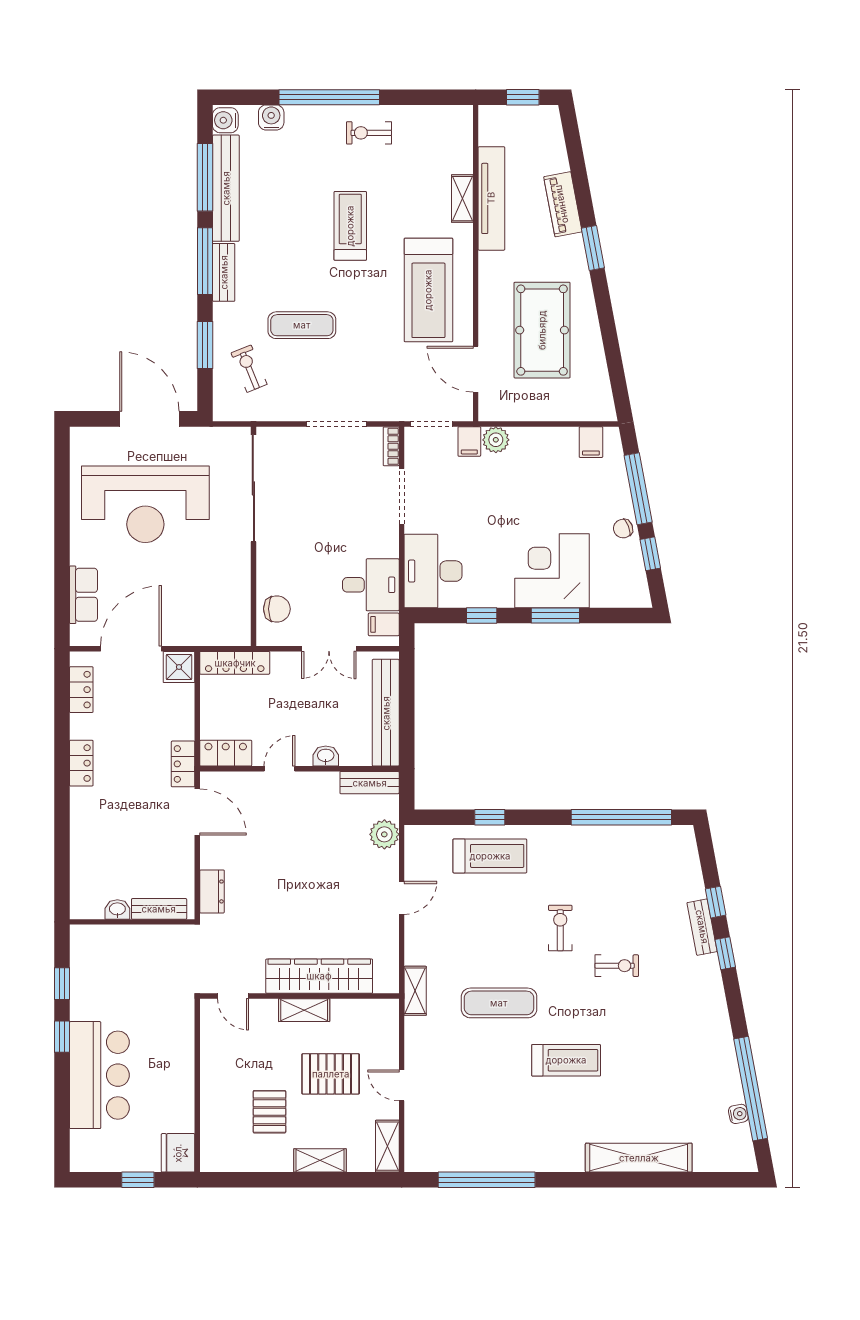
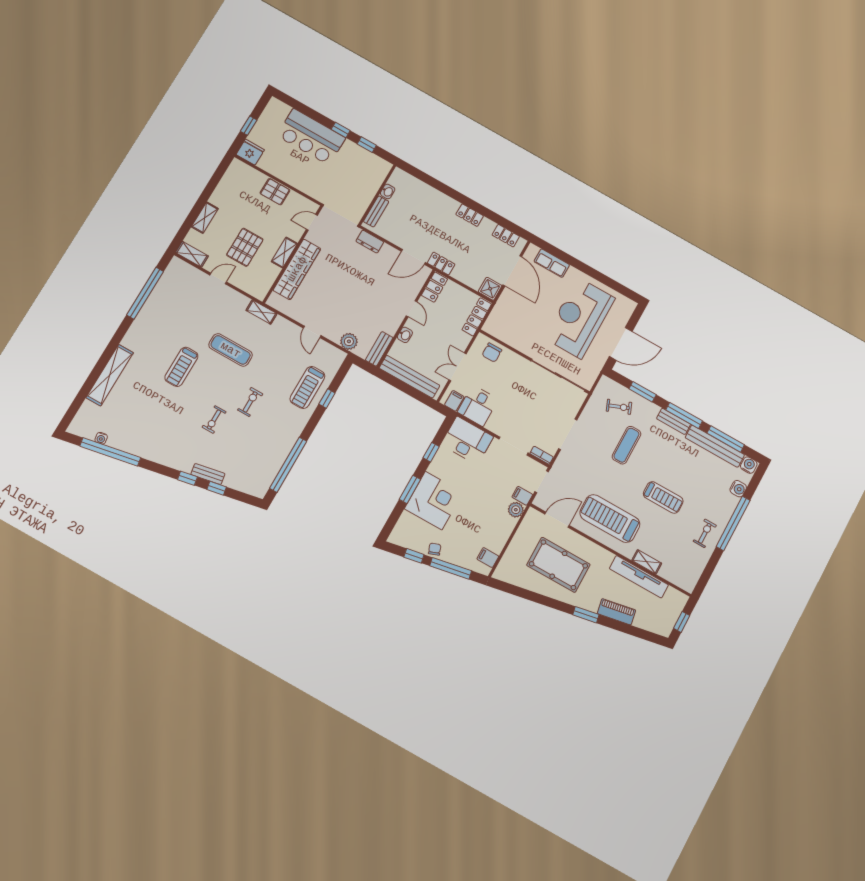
exercise bike: (560, 928) -> (250, 402), turned -90
exercise mat: (499, 1003) -> (231, 350), turned 90
pallet: (269, 1112) -> (275, 192), moved

